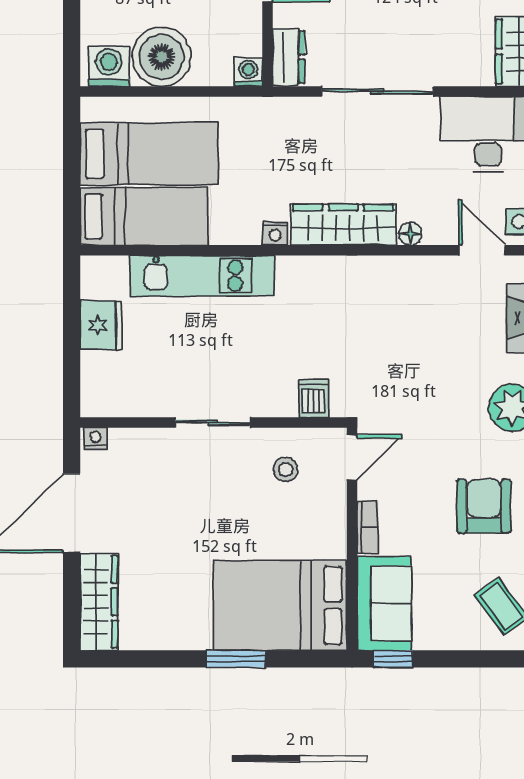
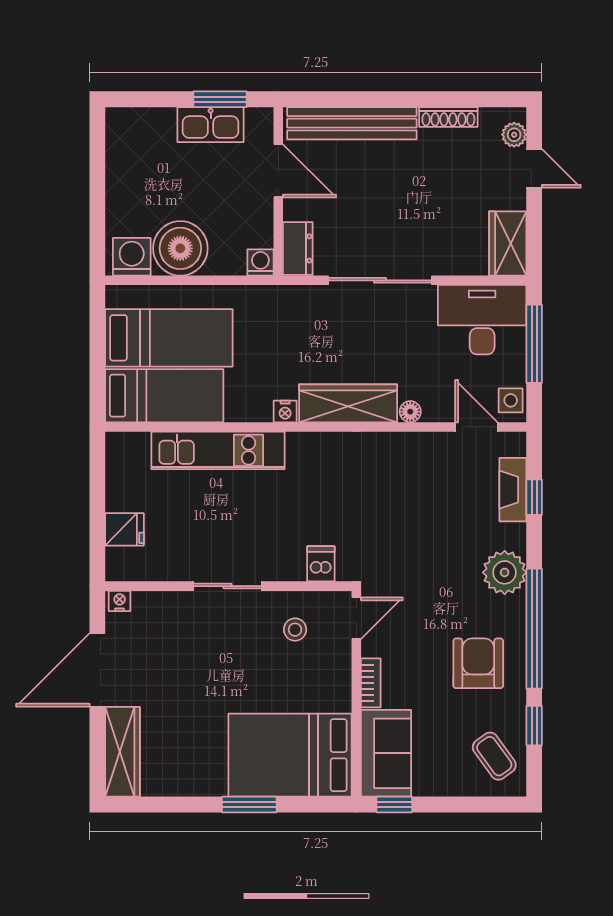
fridge: (101, 325) -> (124, 529), moved, width x0.72

